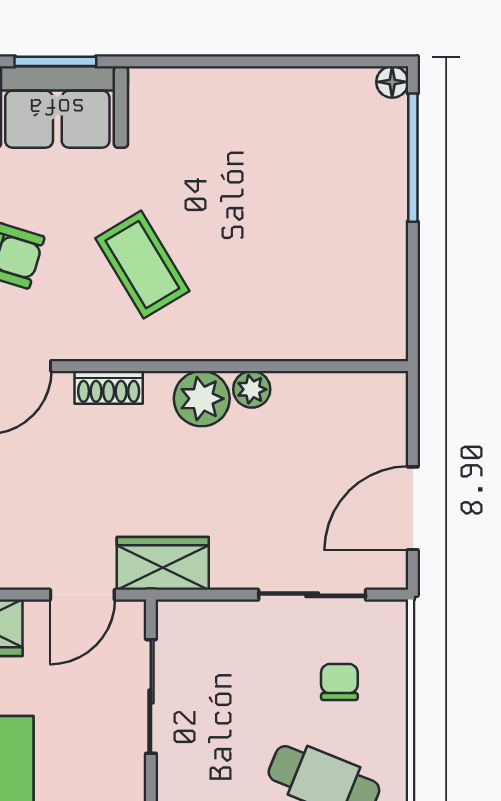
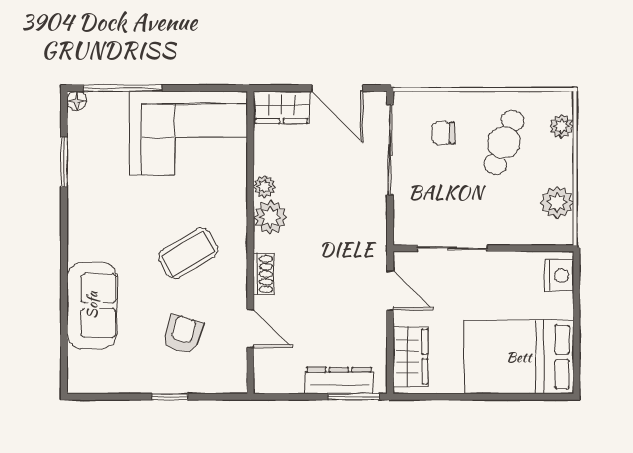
window: (55, 61) -> (64, 162), moved
corner sofa: (339, 265) -> (189, 133), added
wardrobe: (163, 563) -> (281, 107), moved, turned -90
sliding door: (312, 595) -> (390, 150), width x1.37

